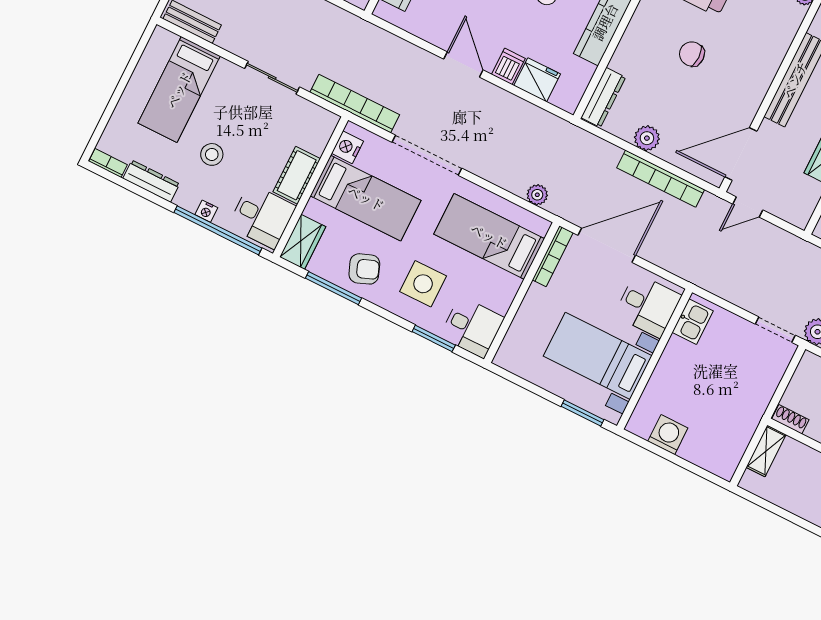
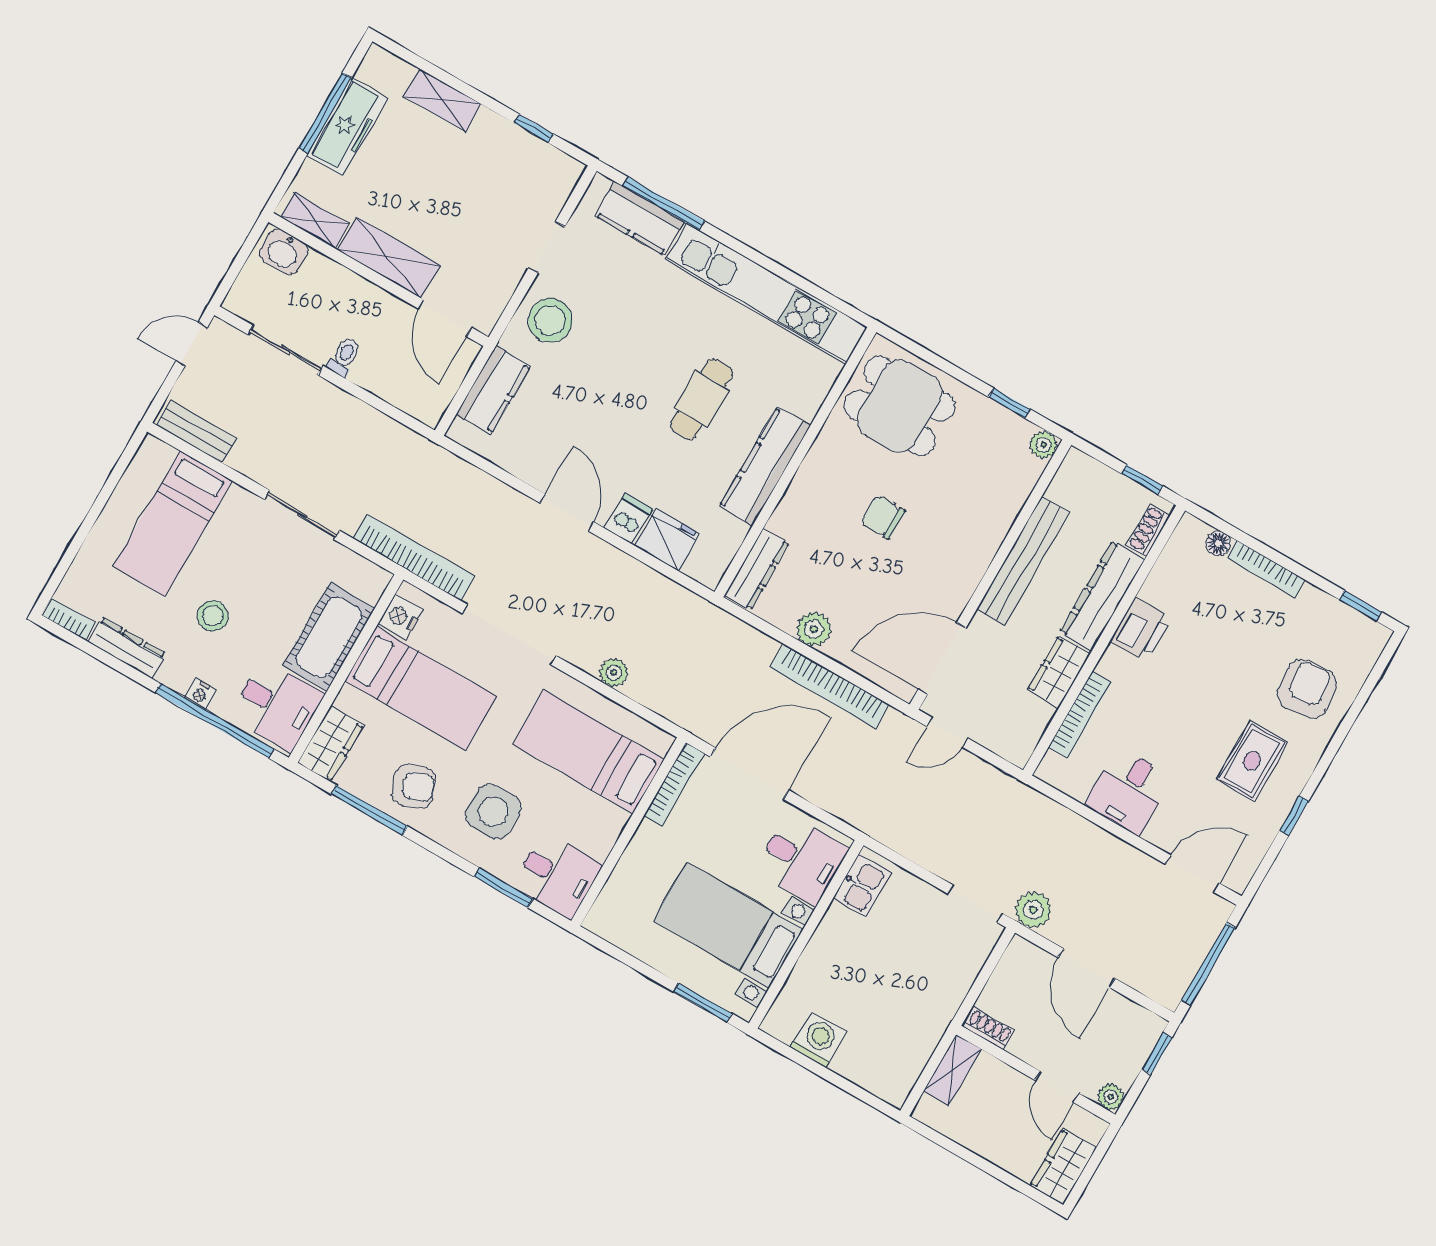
cot: (297, 175) -> (329, 637), width x1.37, depth x1.34
plant: (537, 195) -> (614, 673), moved

